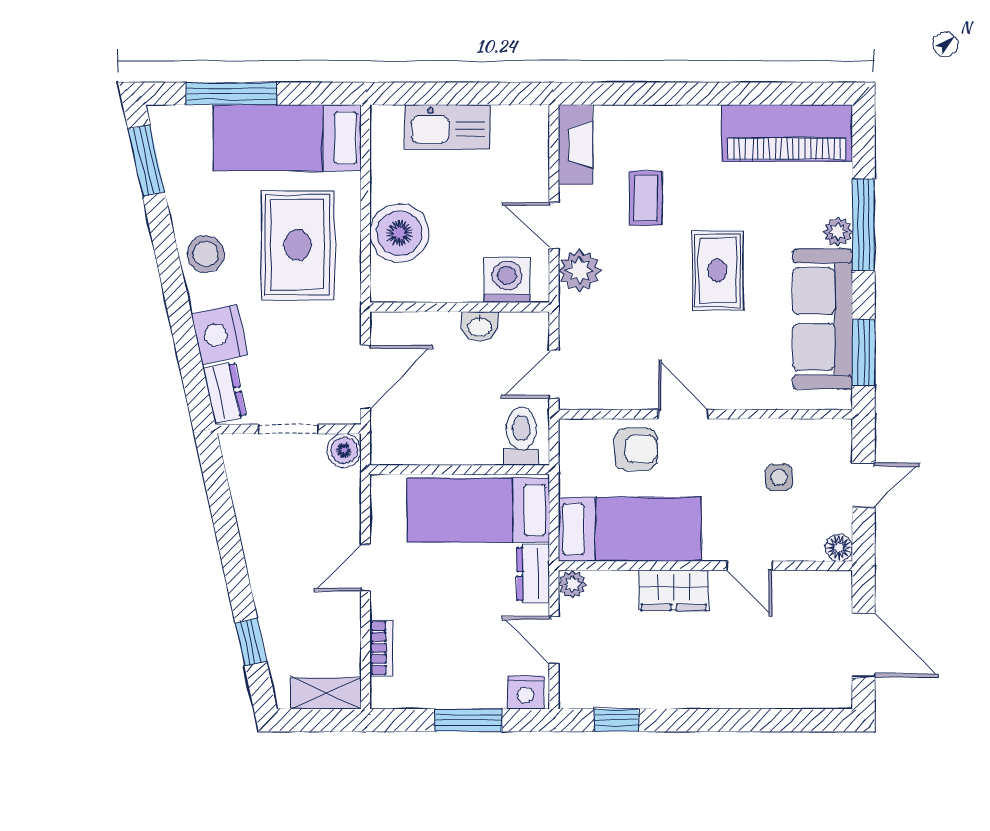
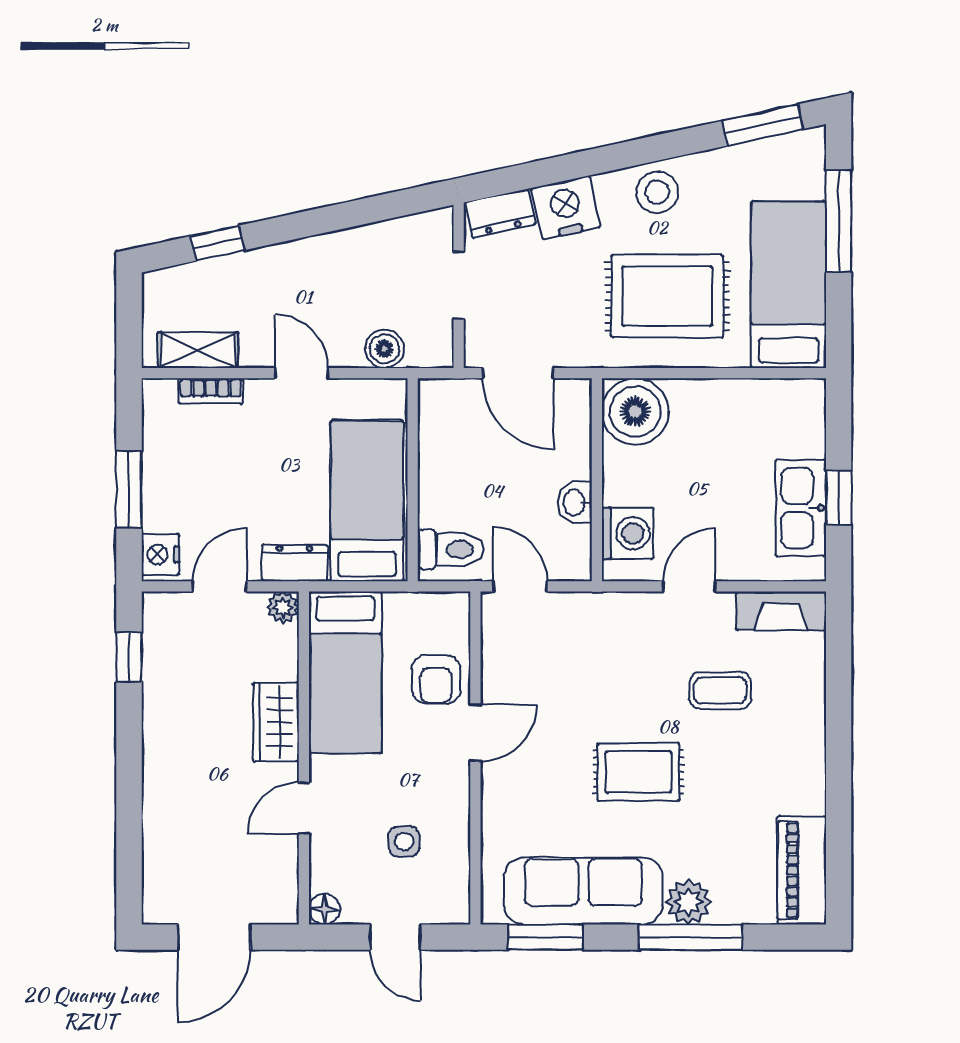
window: (475, 94) -> (839, 498), added
kitchen sink: (447, 127) -> (801, 508), moved
piano: (787, 133) -> (802, 870), width x0.73, depth x0.75
plant: (838, 232) -> (688, 902), width x1.38, depth x1.38
boiler: (399, 233) -> (635, 411), moved
plant: (579, 270) -> (638, 615), removed
boiler: (344, 450) -> (384, 349), moved
shelving: (326, 693) -> (198, 350), moved, turned 90

